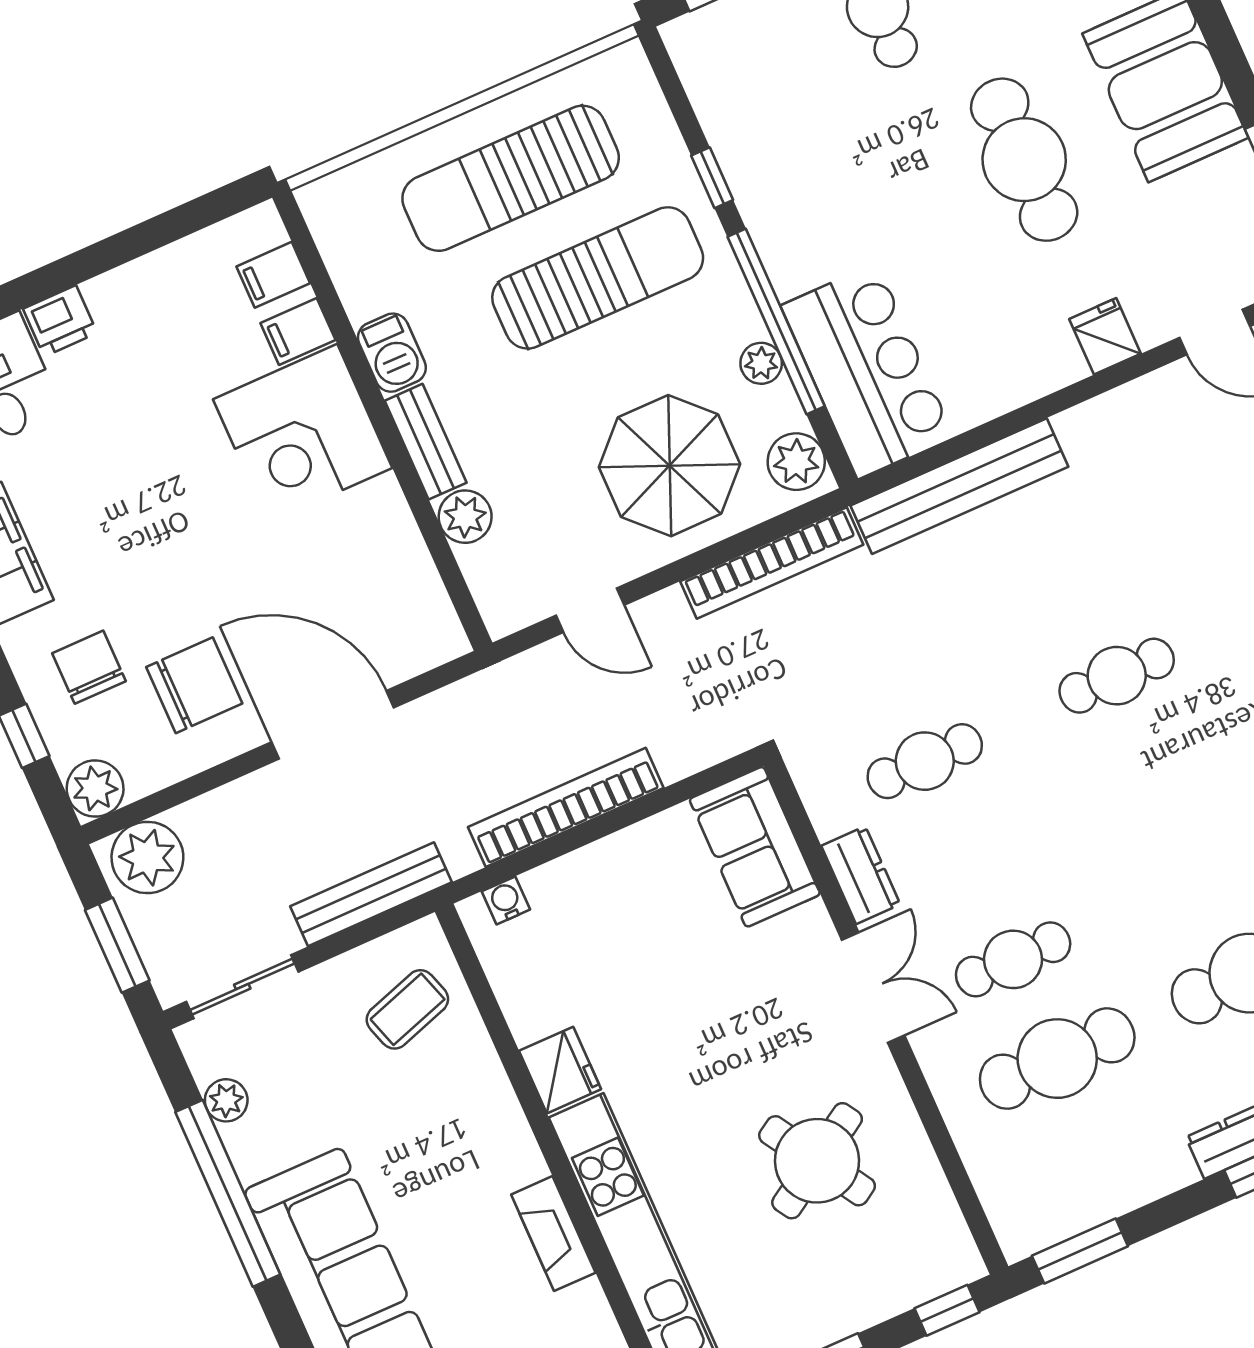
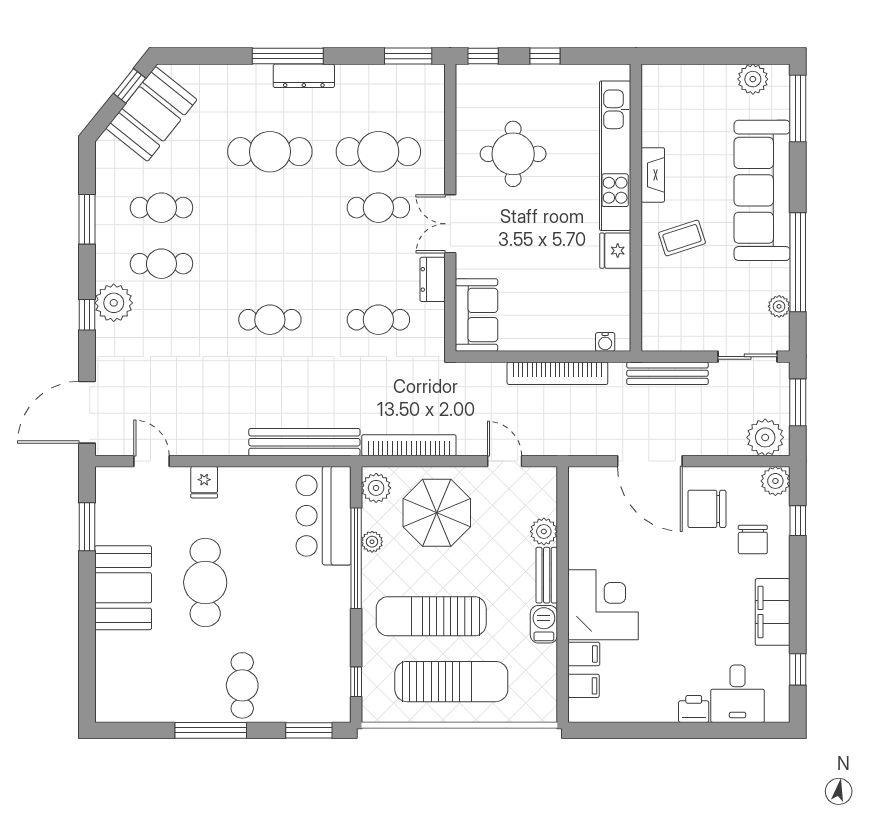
window: (712, 178) -> (356, 682), moved
coffee table: (407, 1009) -> (682, 238), moved
round table: (817, 1161) -> (513, 154), turned 32

